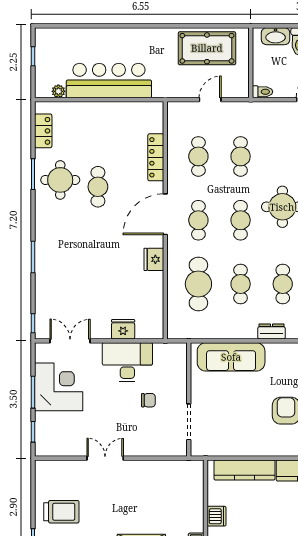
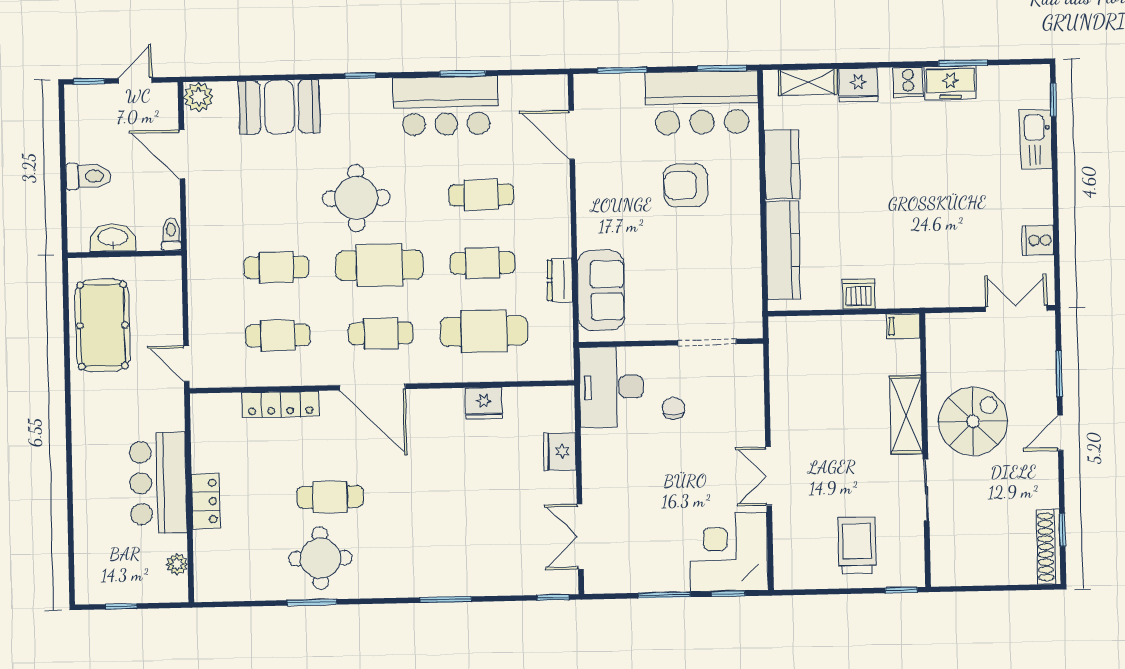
washbasin: (276, 36) -> (113, 238), moved, turned -90
bar counter: (109, 81) -> (158, 483), width x0.73
door: (210, 100) -> (186, 364), moved
locker: (43, 131) -> (206, 501), moved, turned 90
cafe table: (241, 220) -> (379, 265), width x1.37, depth x1.35
fridge: (154, 259) -> (484, 403), moved
dresser: (271, 332) -> (560, 280), moved
sofa: (231, 357) -> (601, 290), width x0.73
desk: (127, 362) -> (611, 387), moved
corner desk: (59, 387) -> (729, 552), moved

